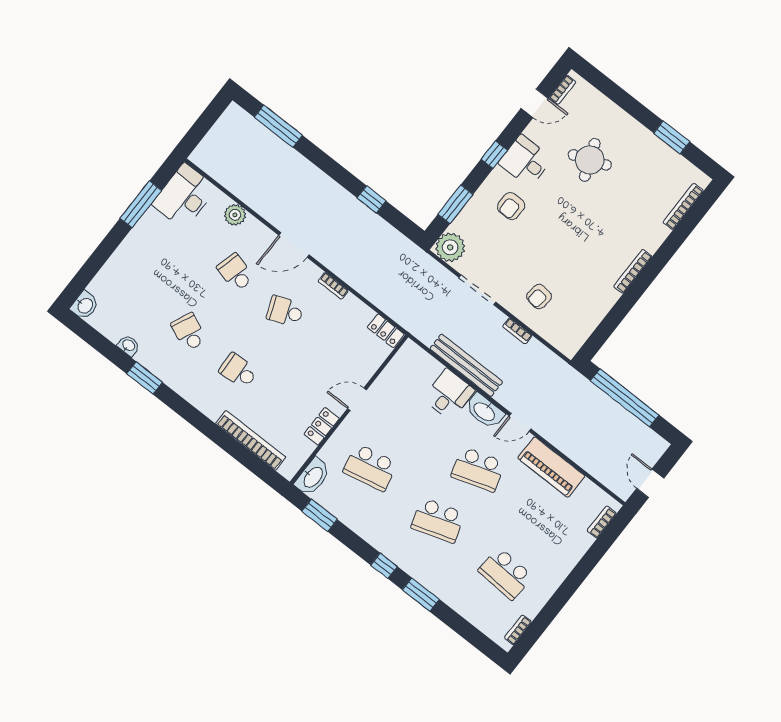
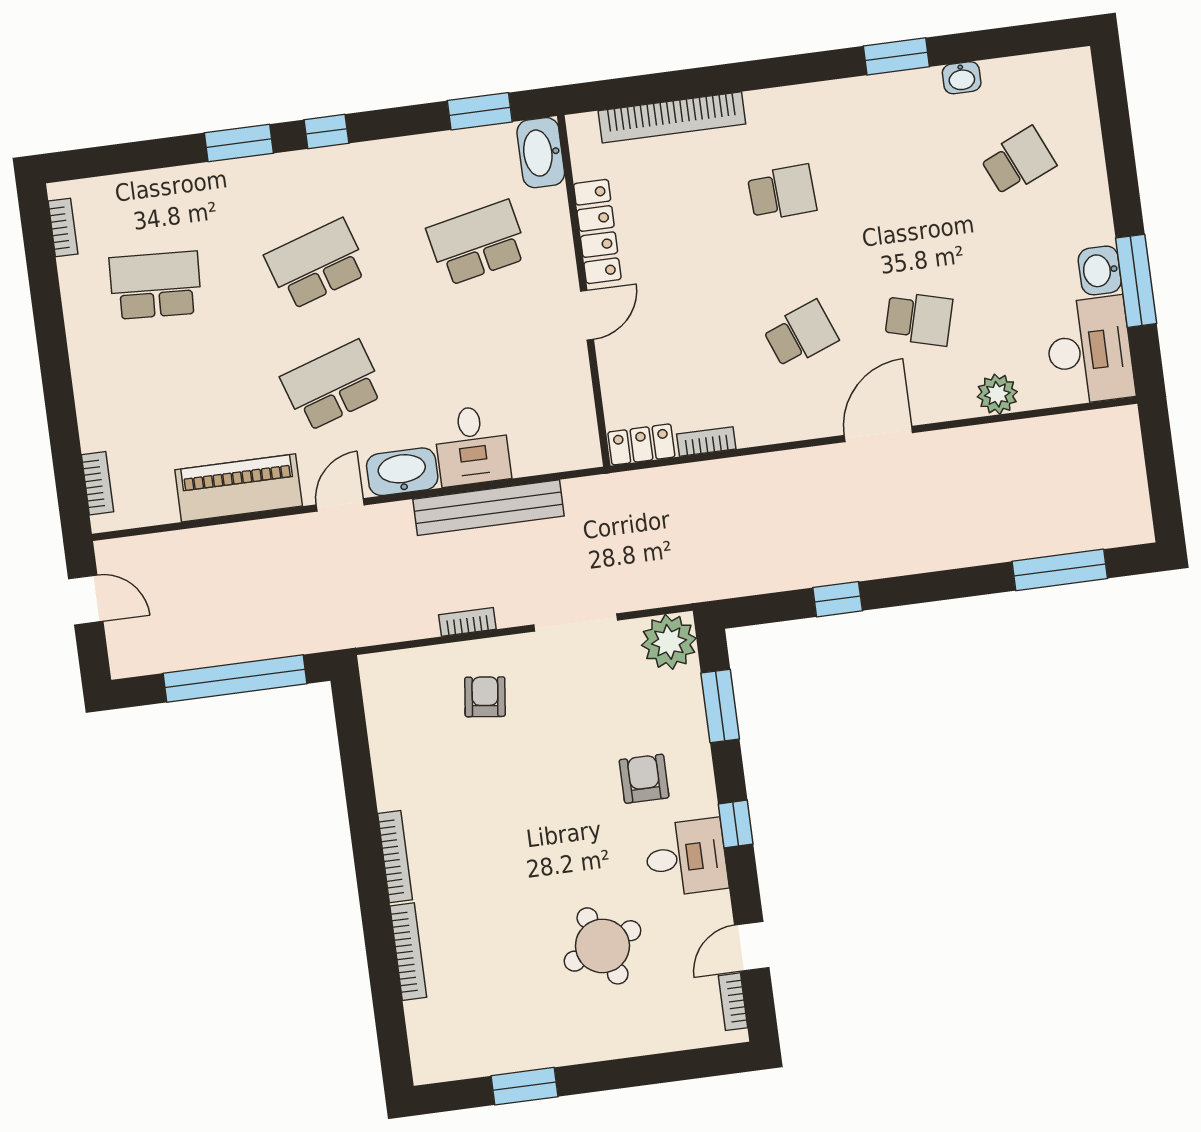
bookcase: (683, 206) -> (408, 952), moved
bookcase: (333, 286) -> (706, 442), moved
washbasin: (85, 305) -> (1100, 270), moved
school desk: (189, 332) -> (1018, 161), moved, turned -48
locker: (322, 426) -> (597, 232), width x1.53

